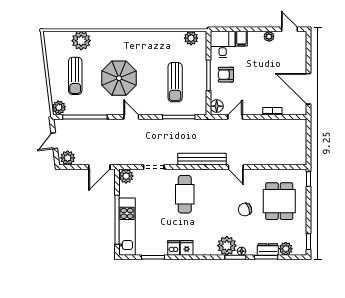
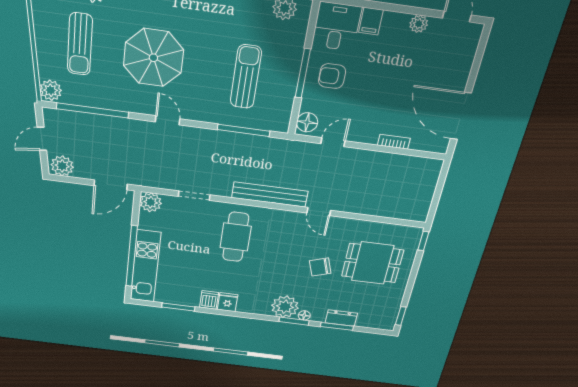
sun lounger: (175, 82) -> (246, 77), turned 180
dining table: (279, 201) -> (373, 263), turned 90
plant: (286, 249) -> (367, 320), removed

